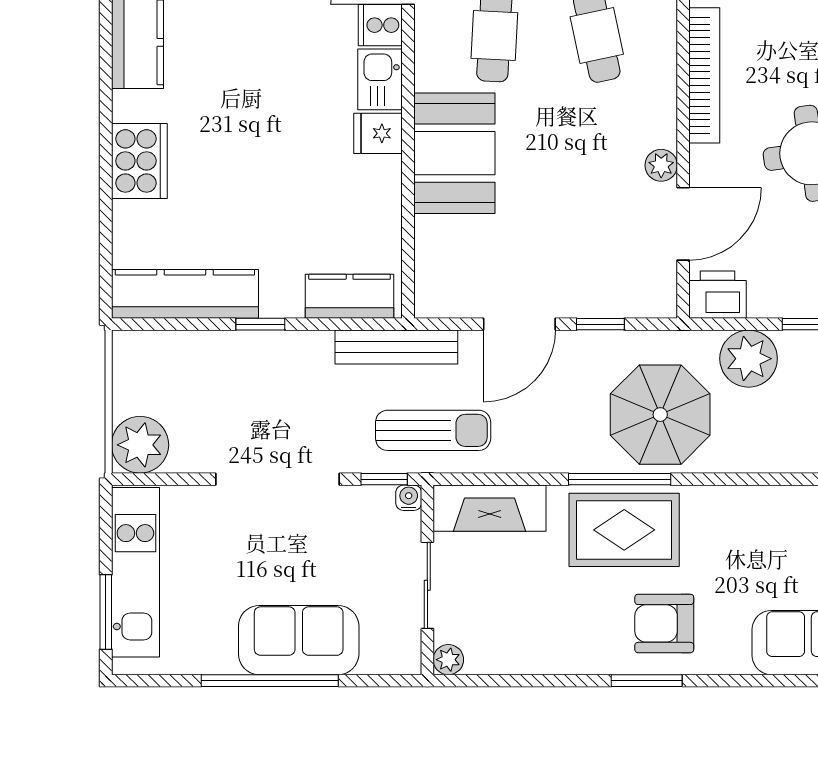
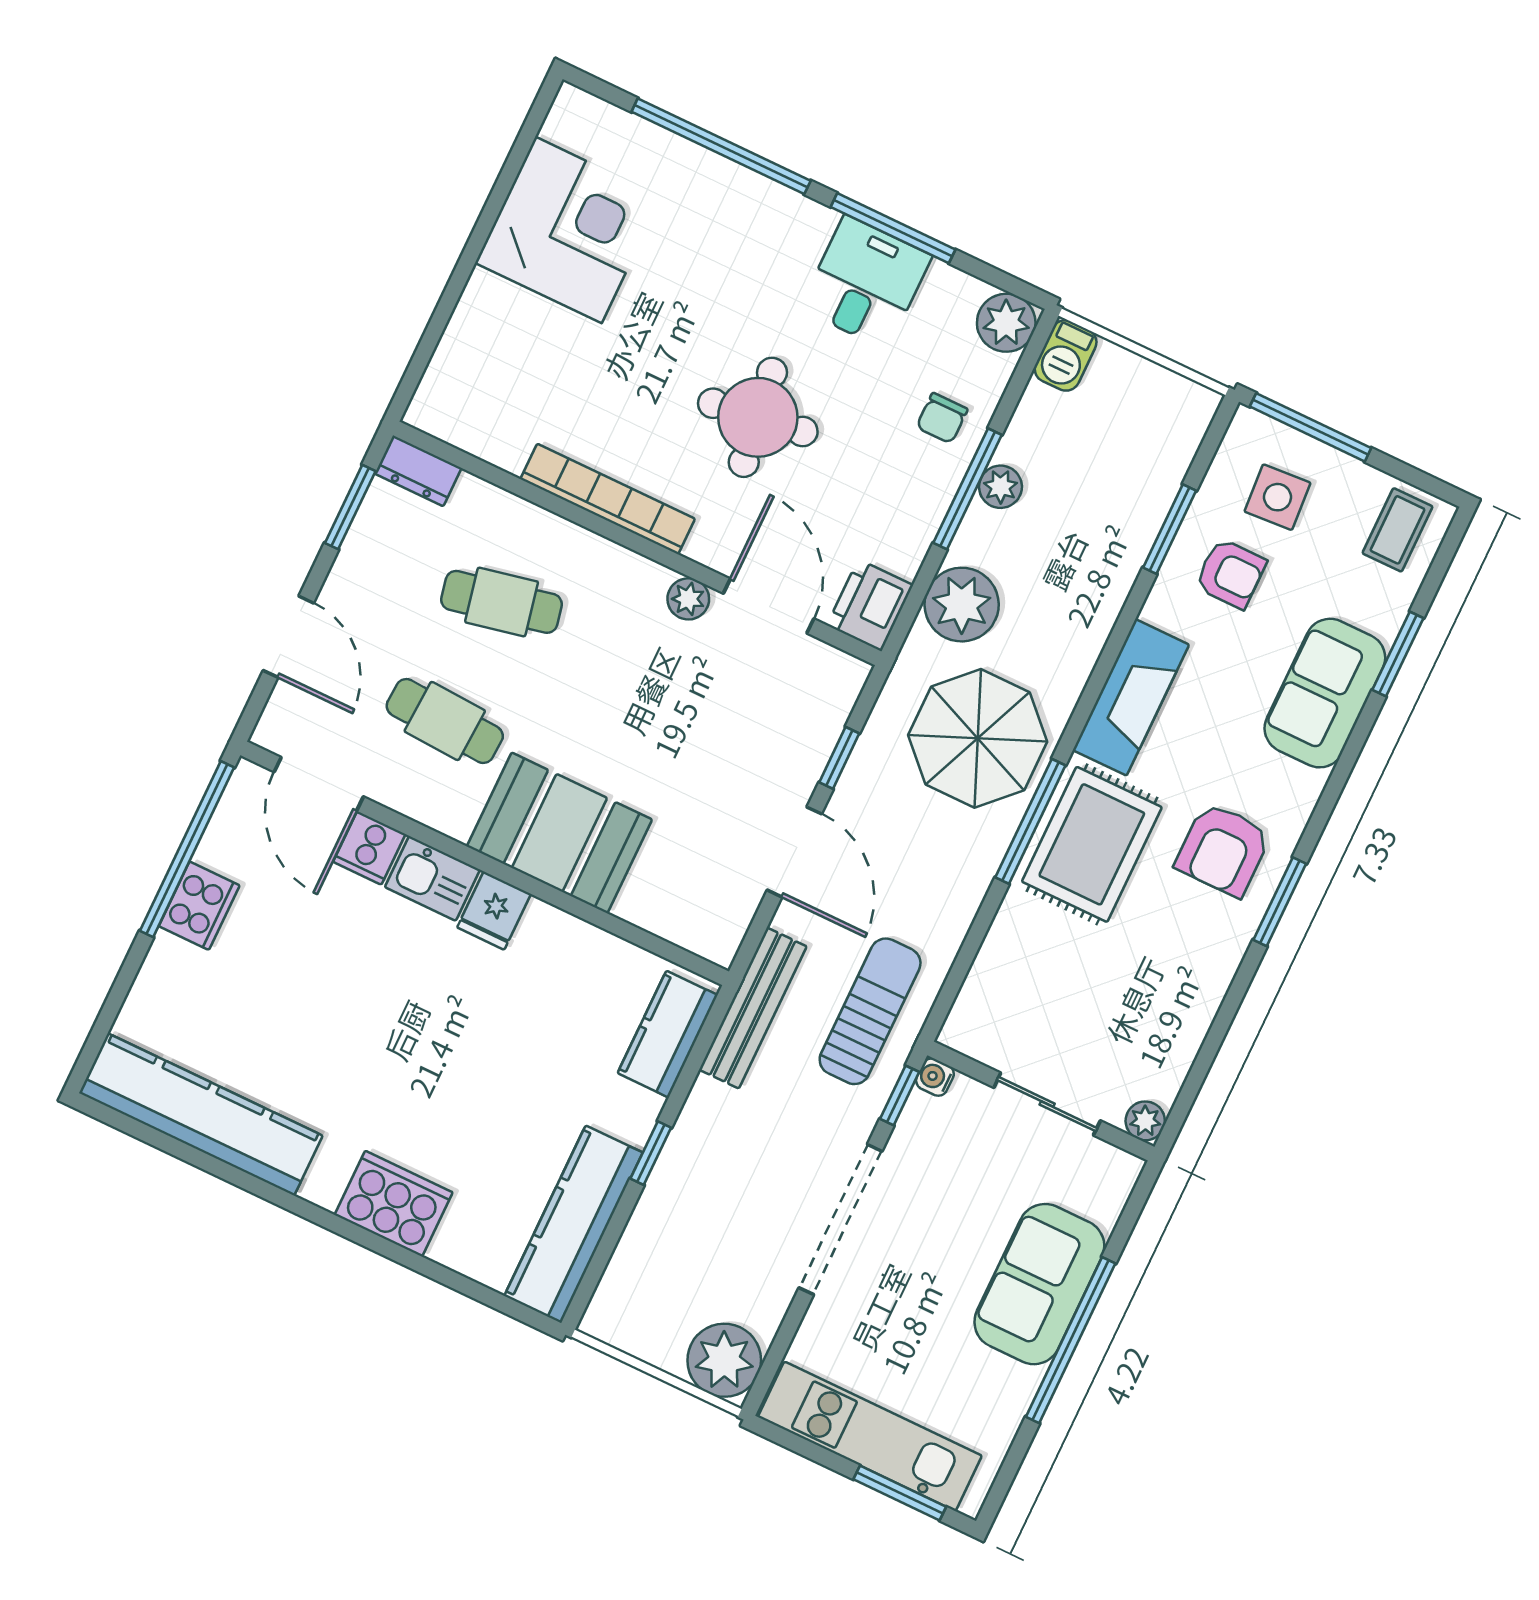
fireplace: (490, 508) -> (1131, 697), moved

